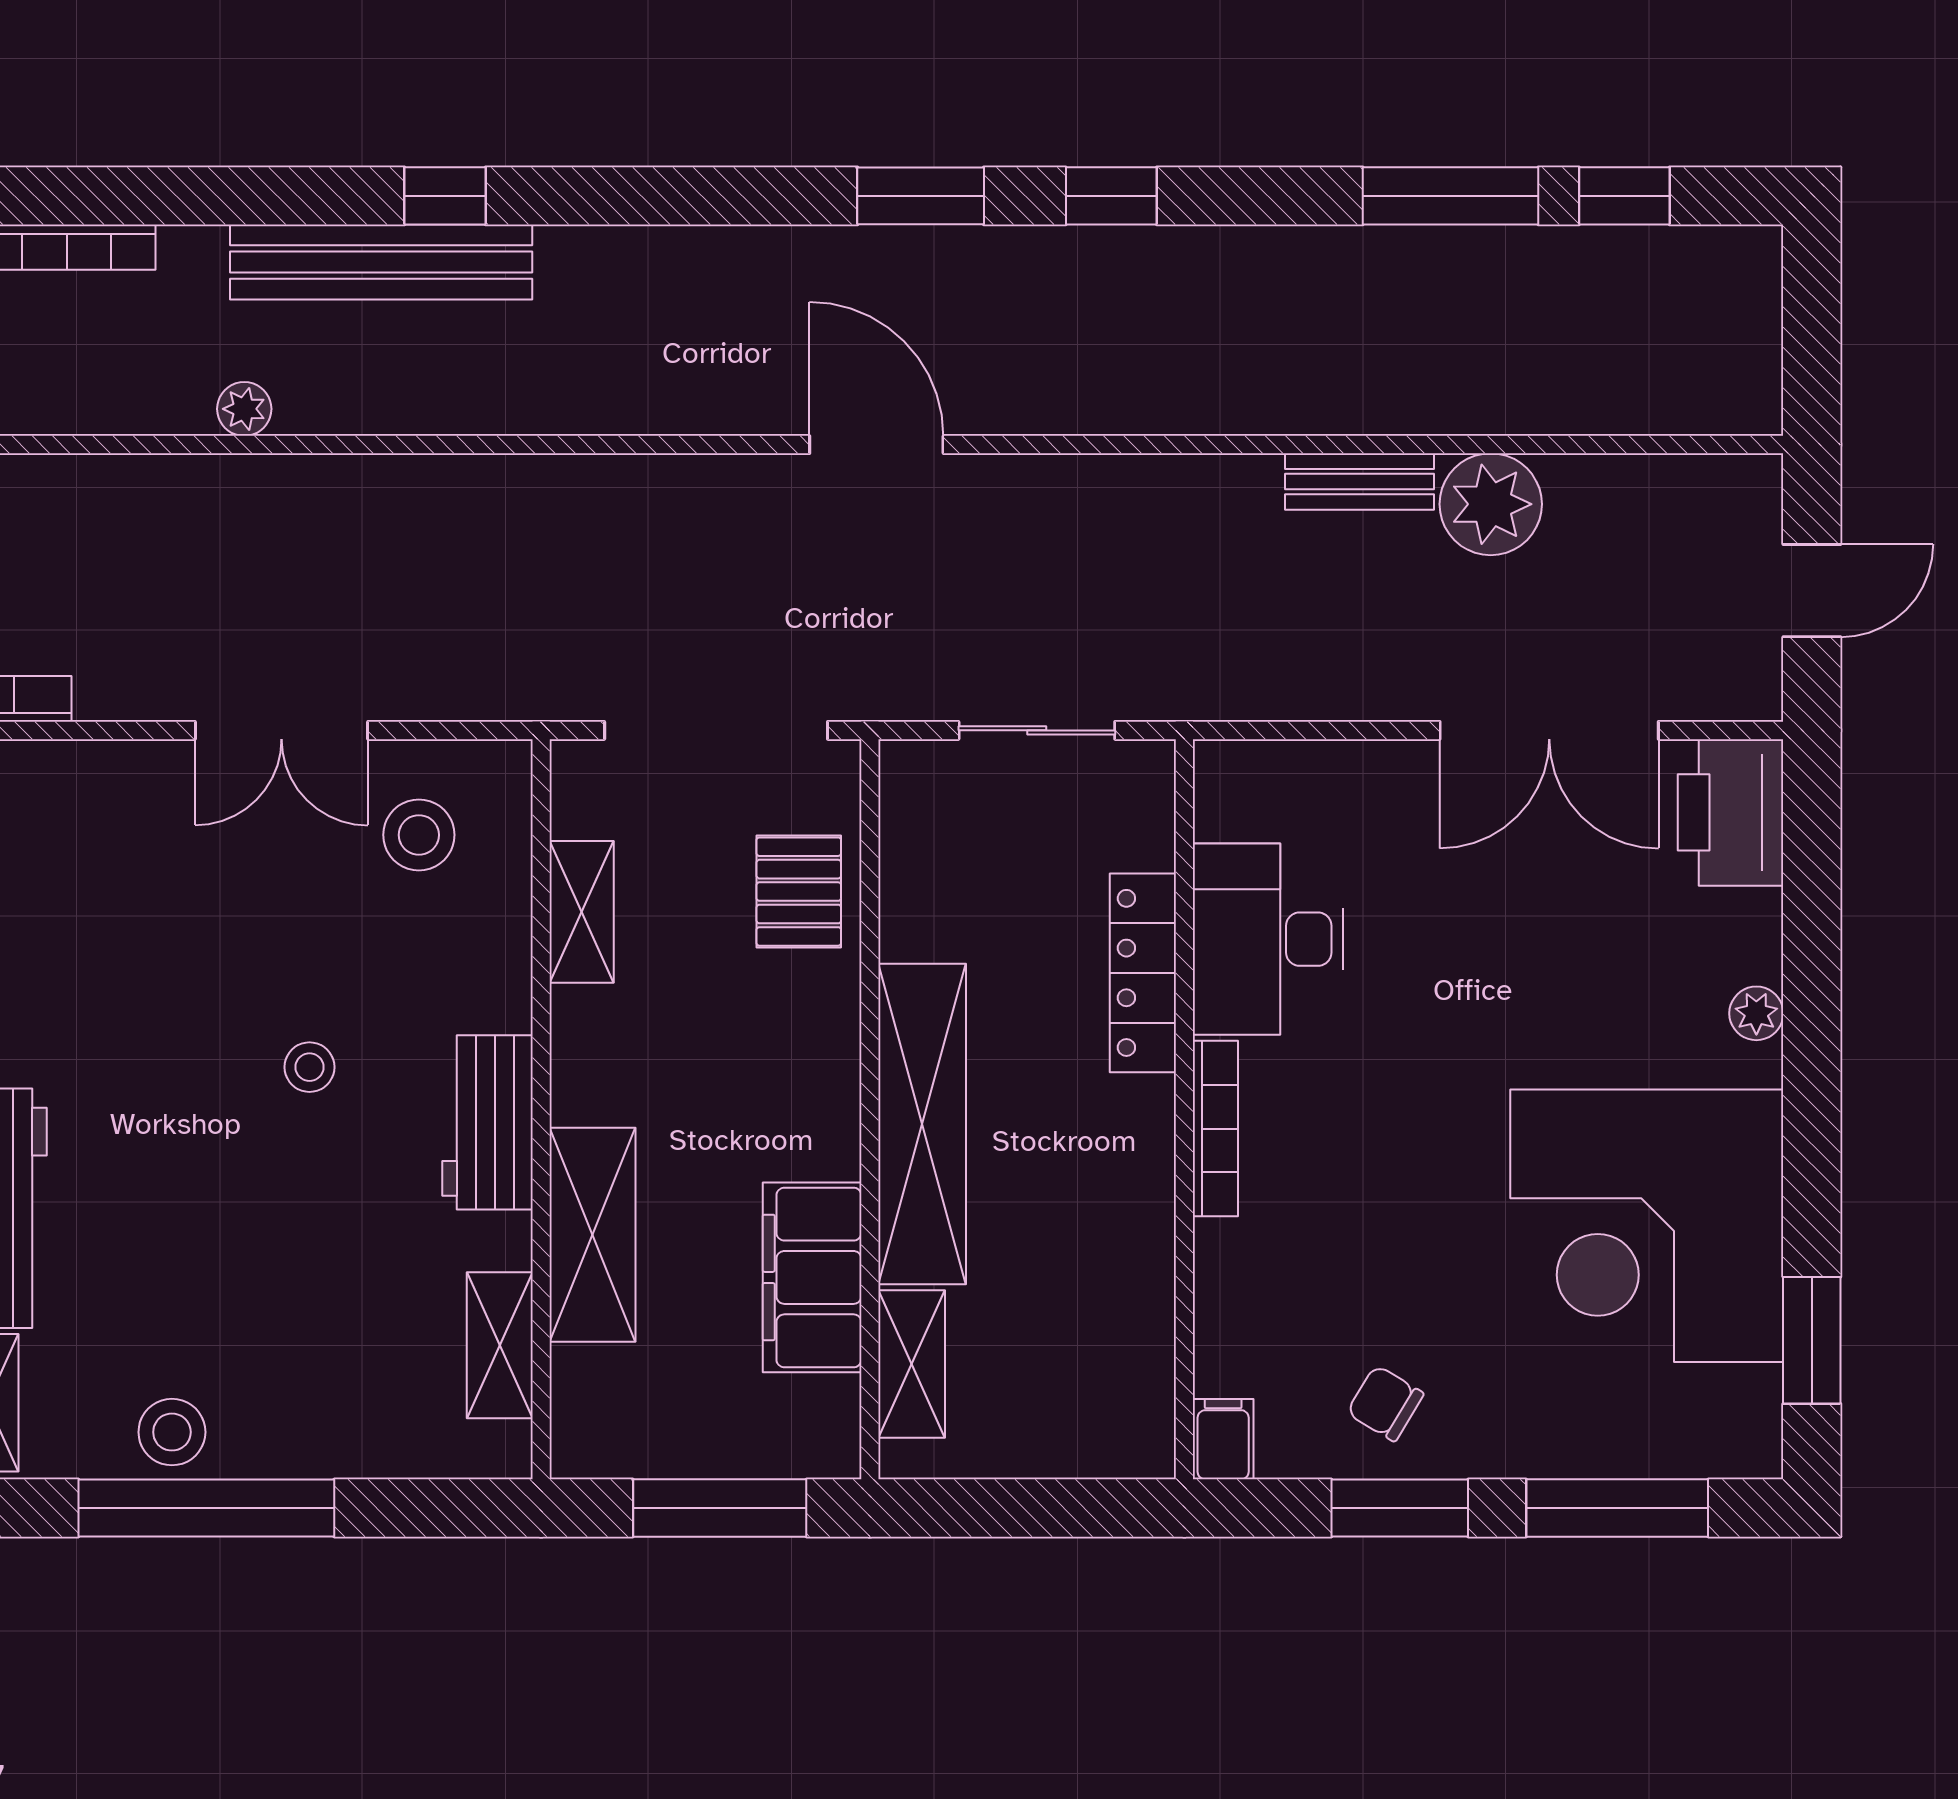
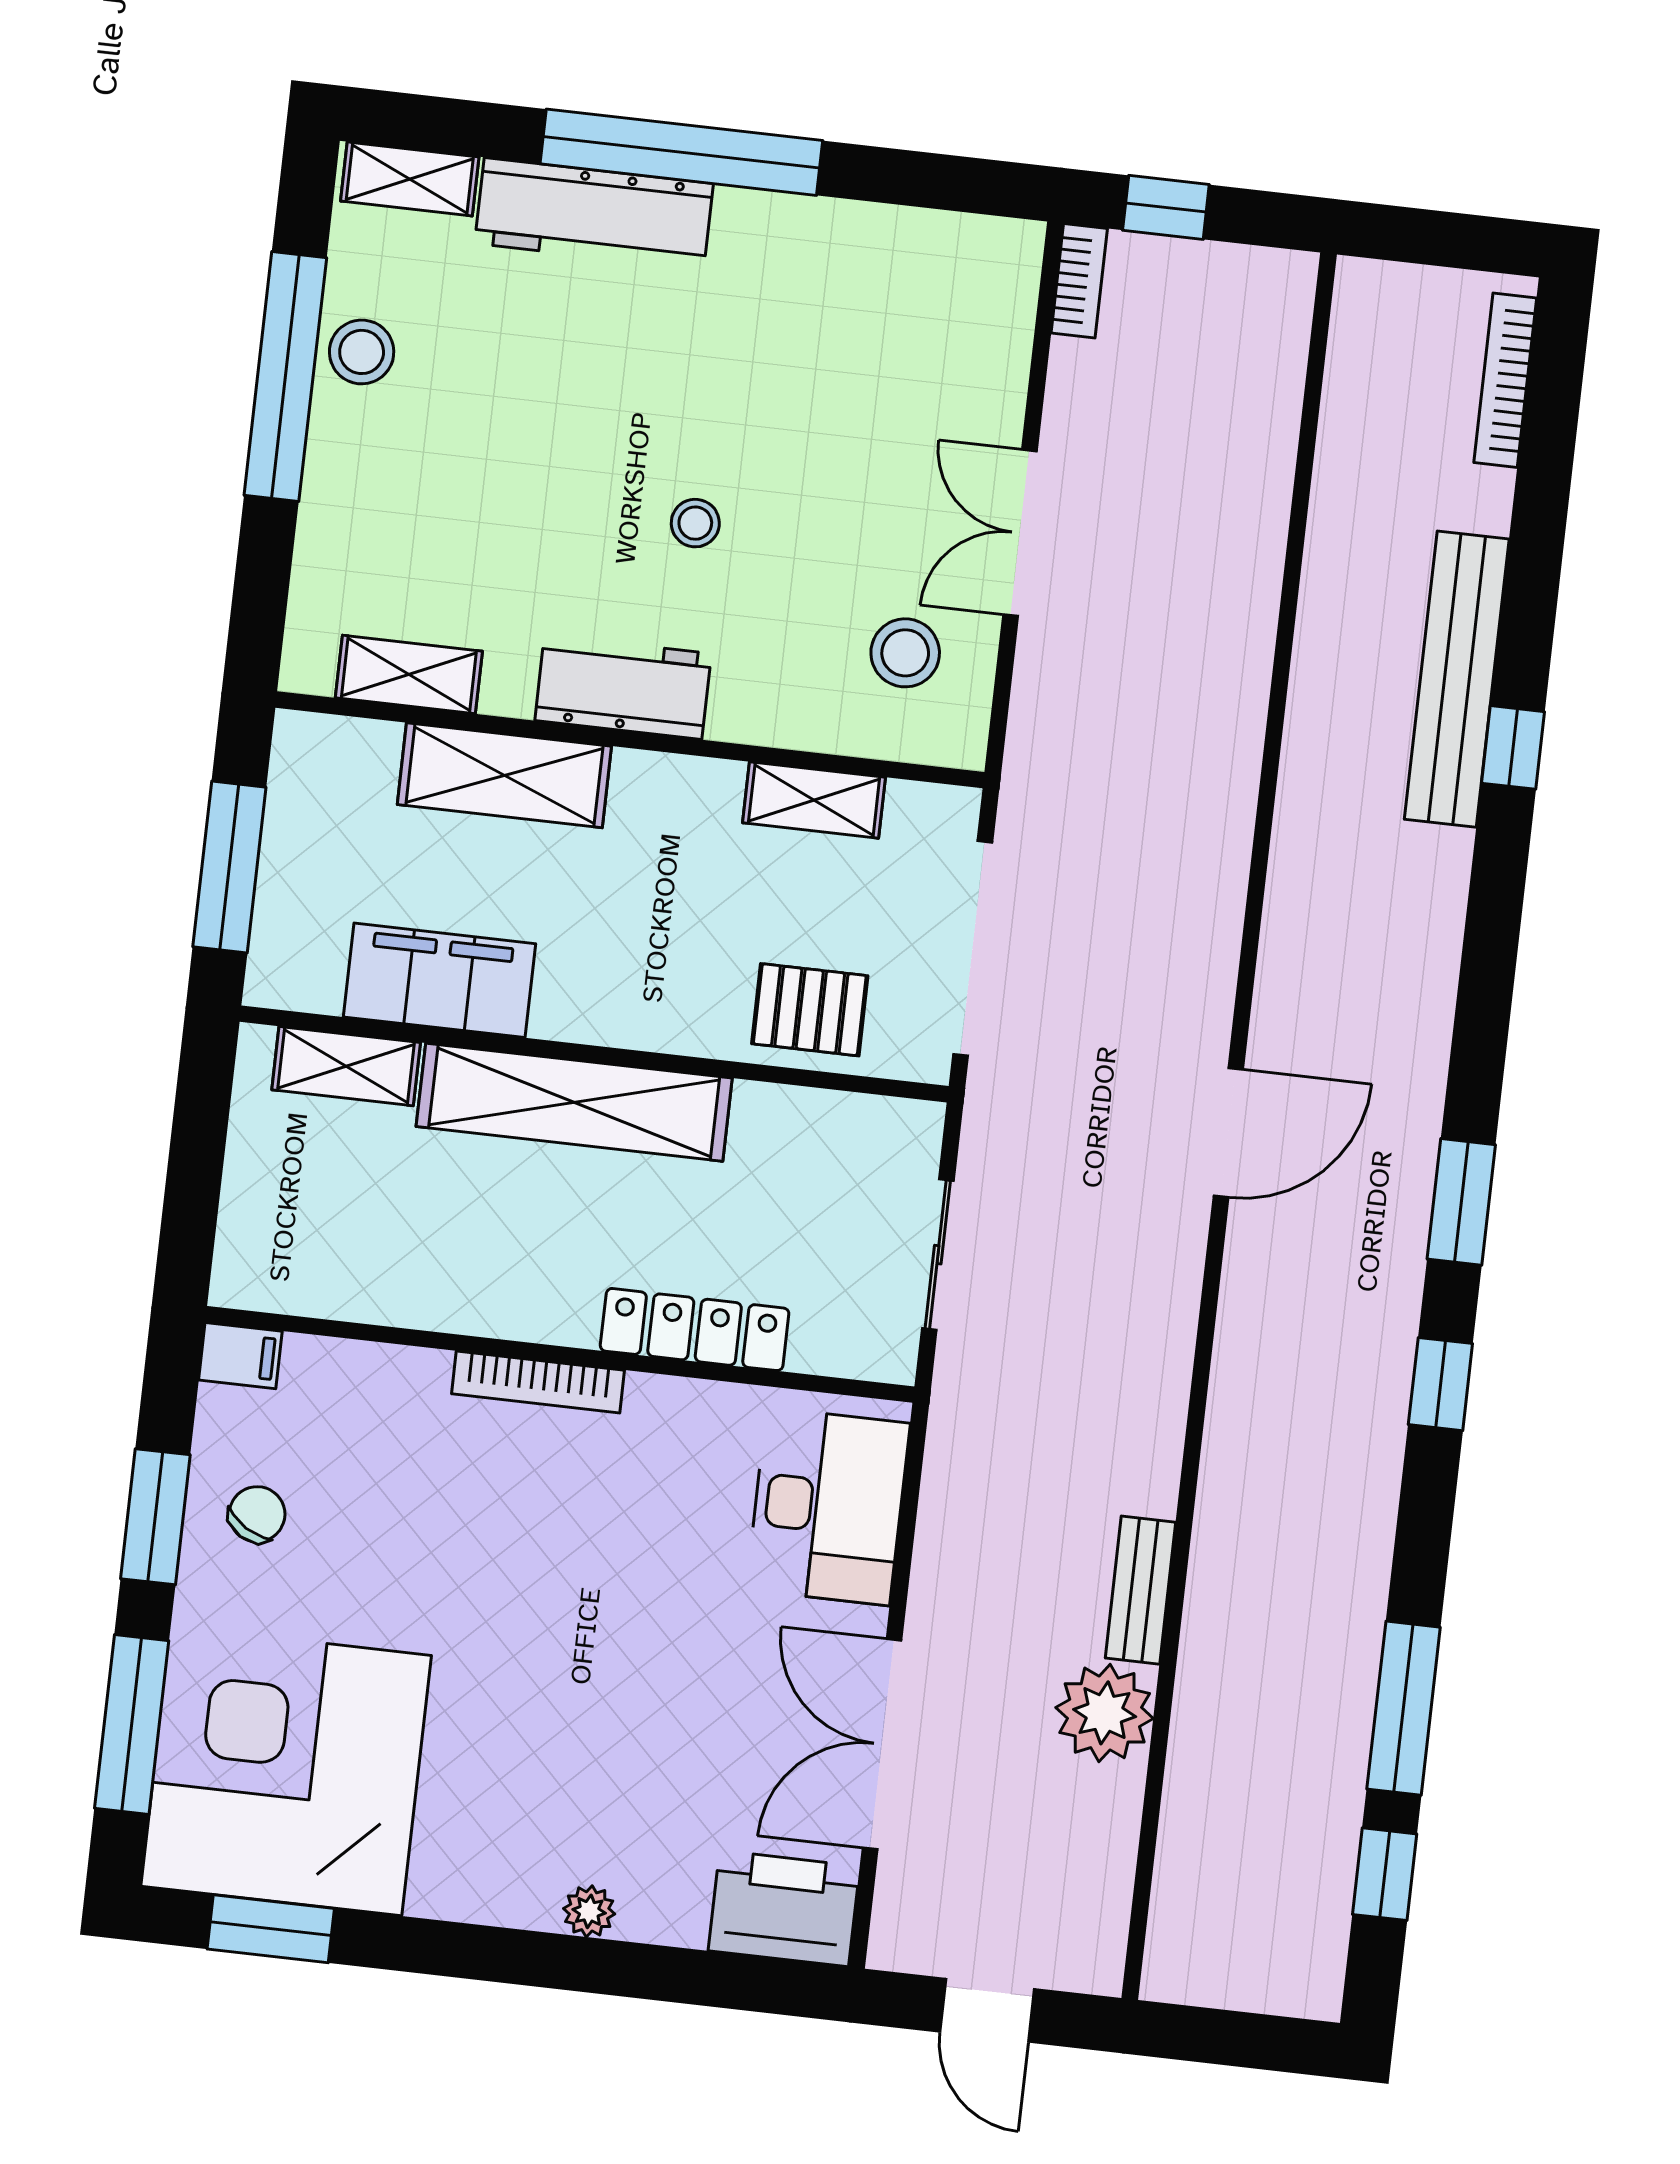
plant: (244, 409) -> (1331, 532), removed
desk: (1268, 939) -> (828, 1506), moved, turned 90
corner desk: (1647, 1226) -> (286, 1771), moved

